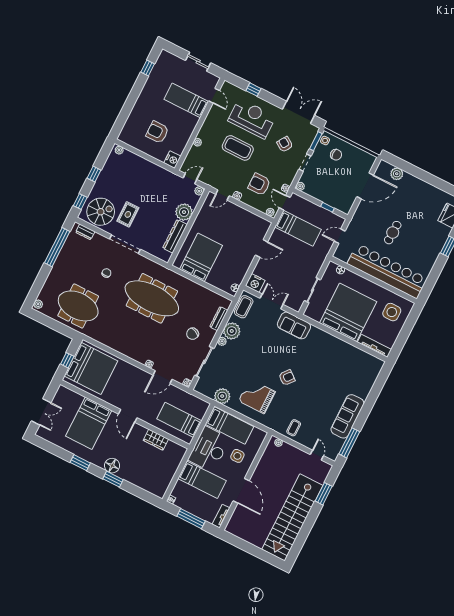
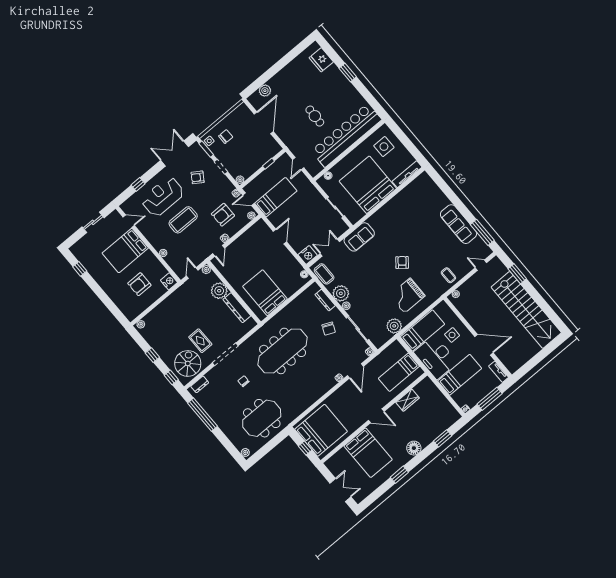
bed: (186, 100) -> (125, 251), width x1.50
window: (113, 479) -> (443, 438), moved

